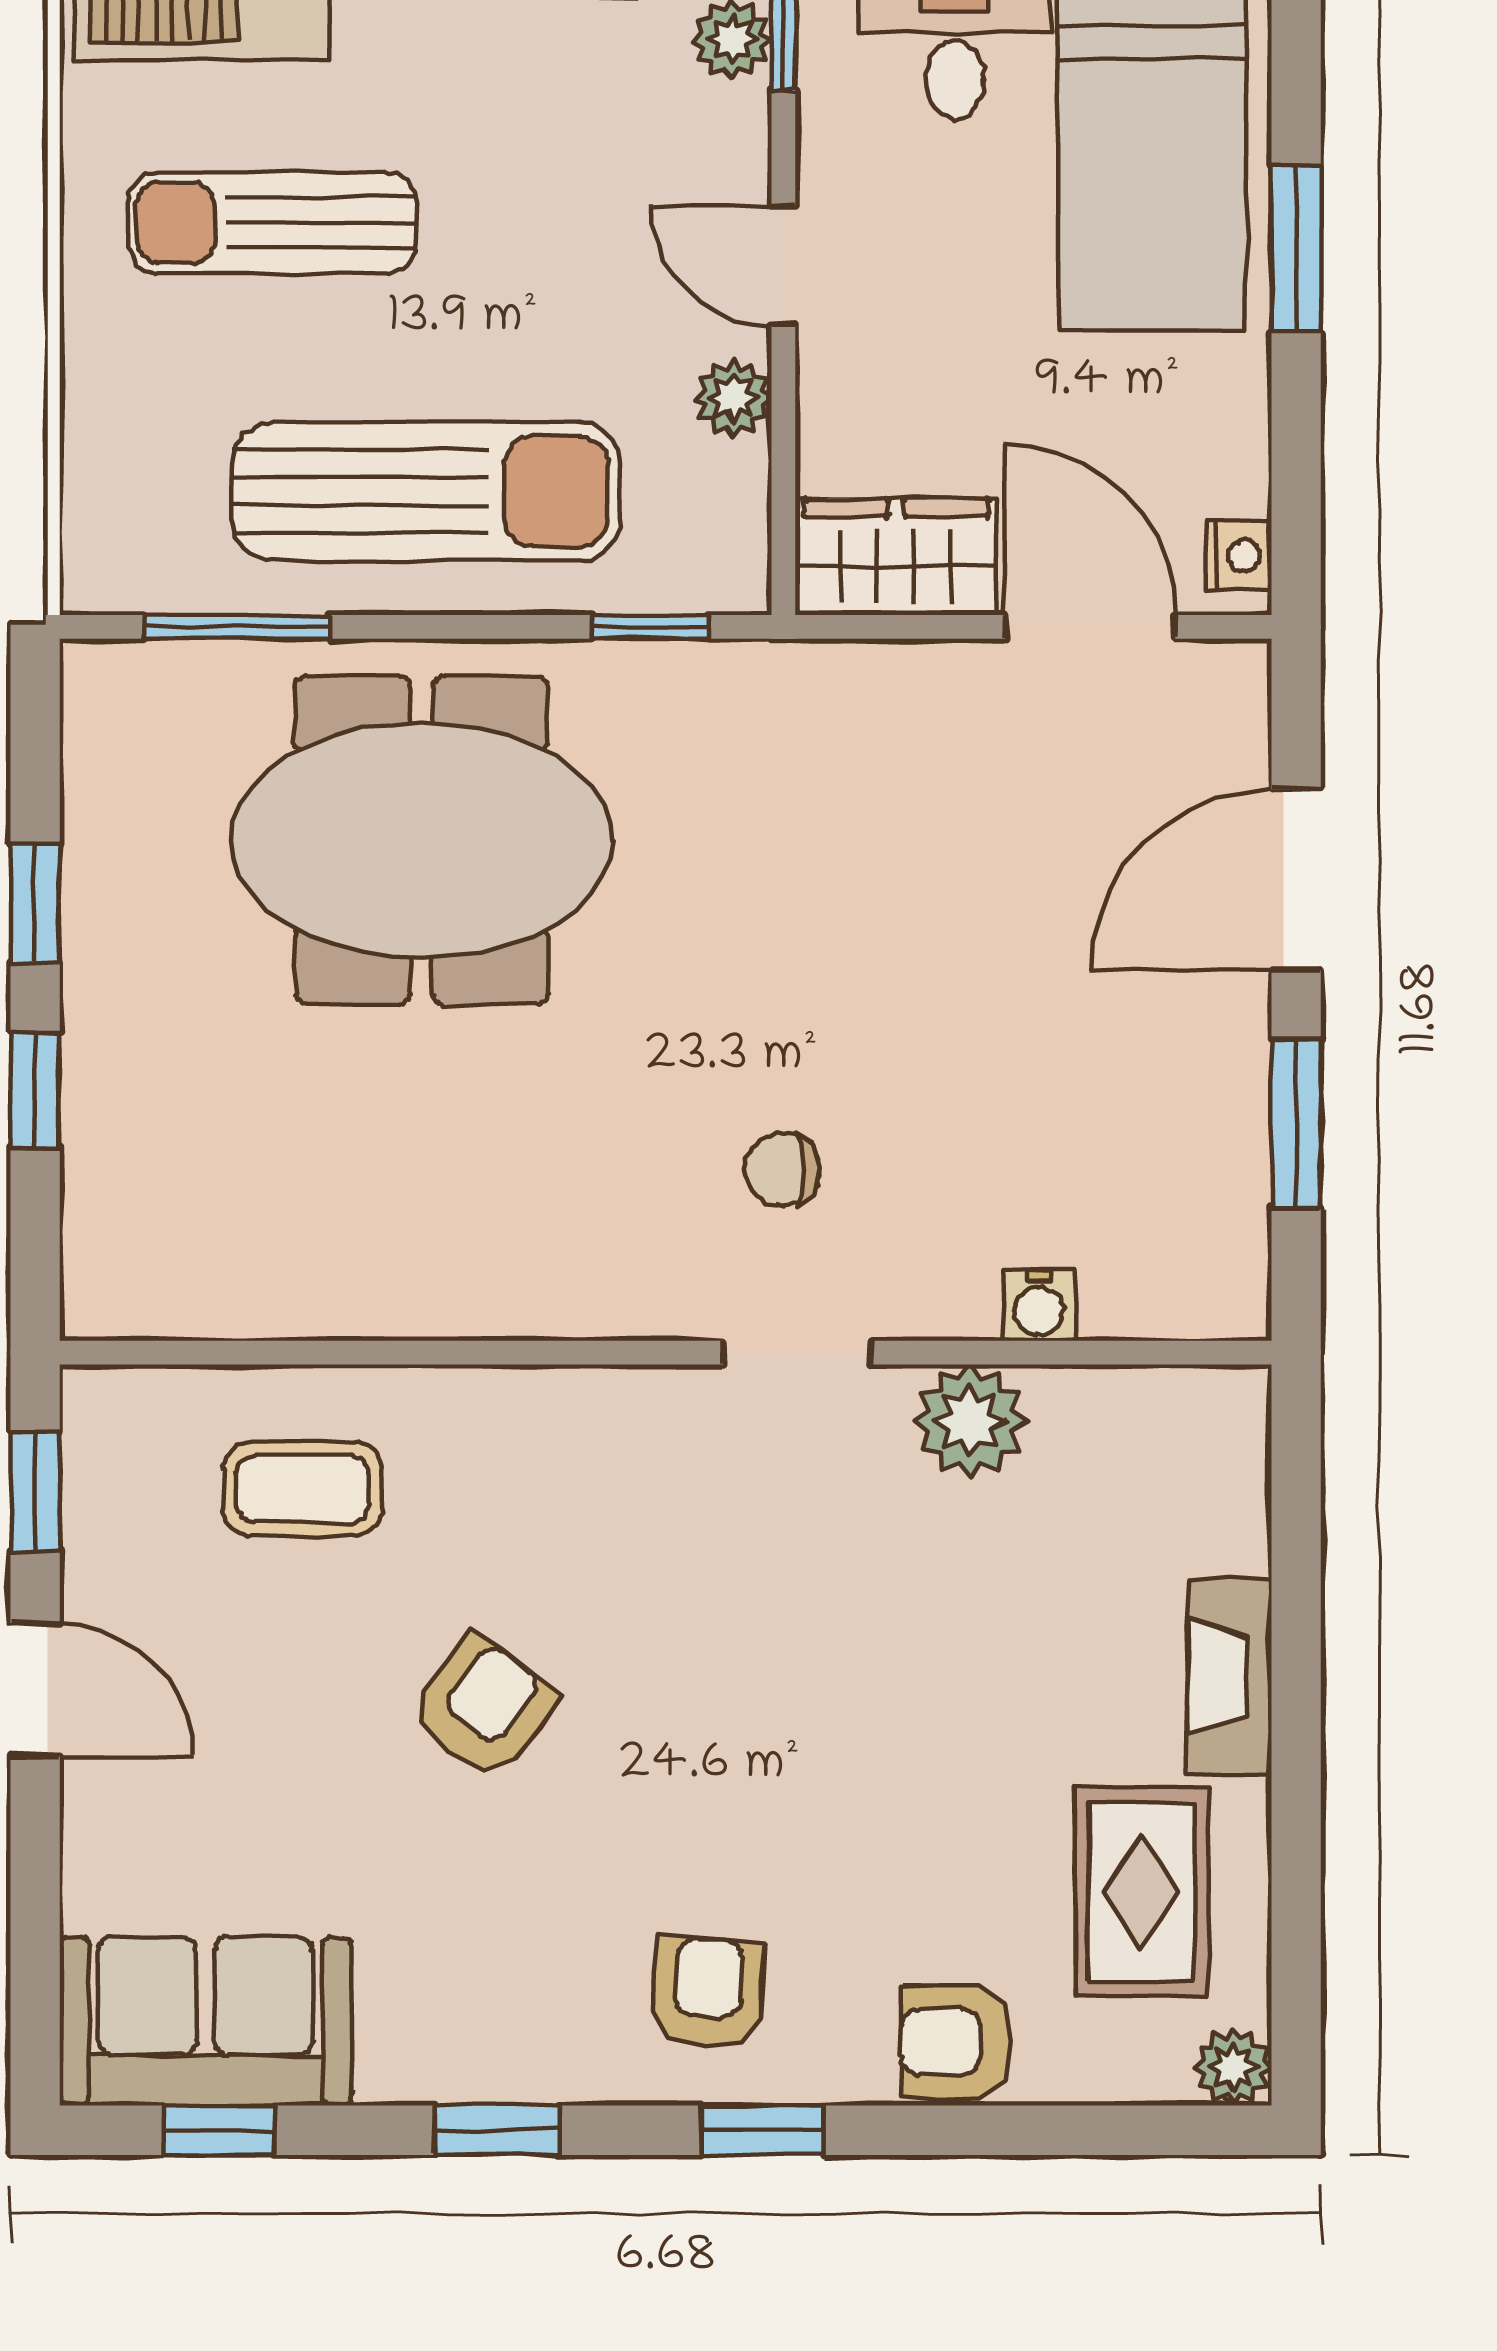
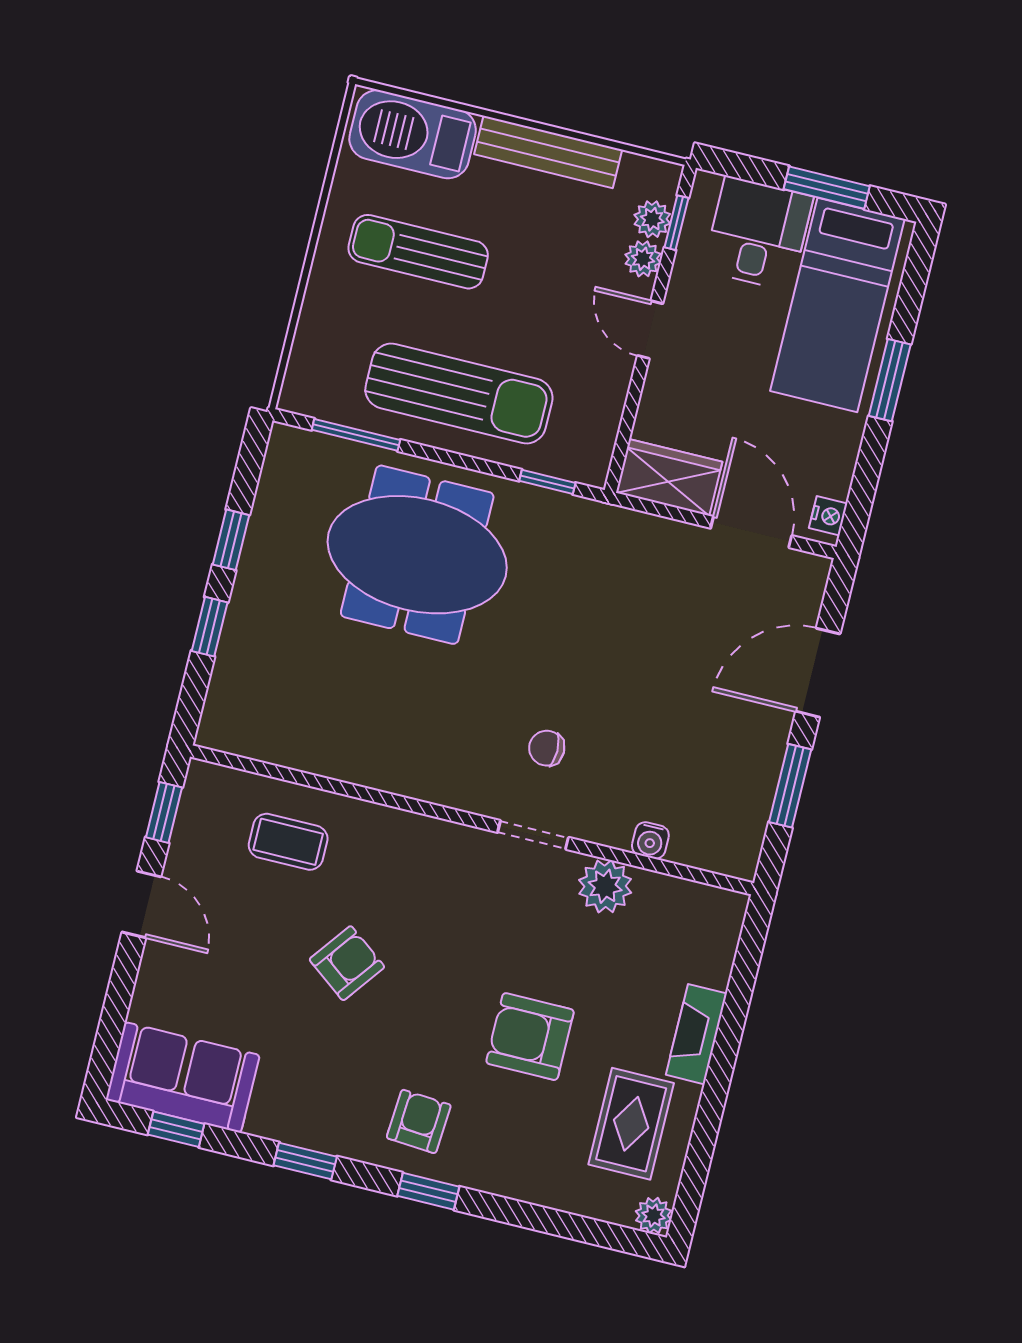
plant: (733, 398) -> (643, 259), moved
armchair: (956, 2042) -> (530, 1037), moved, width x1.38, depth x1.38

